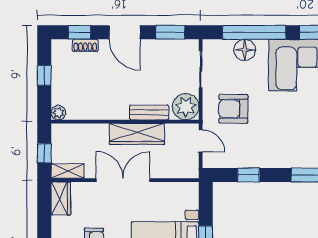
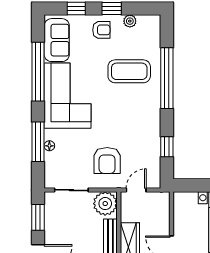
window: (254, 32) -> (38, 142), width x0.68
floor lamp: (245, 50) -> (49, 146), width x0.53, depth x0.53

